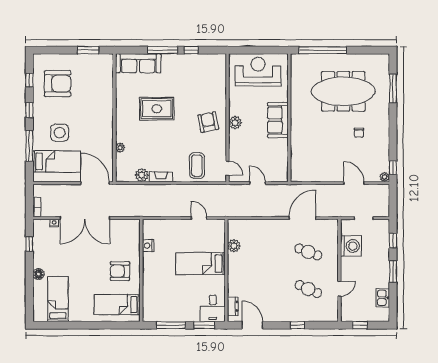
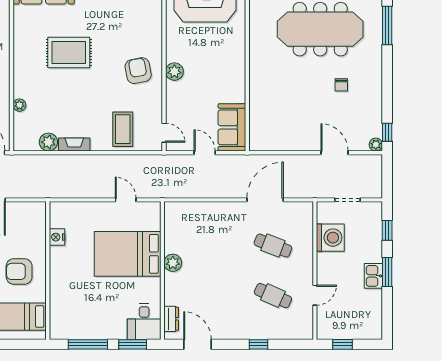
sofa: (278, 120) -> (232, 127), moved
plant: (234, 246) -> (173, 263), moved
bed: (200, 264) -> (128, 254), width x1.50
kitchen sink: (383, 298) -> (373, 276), moved

